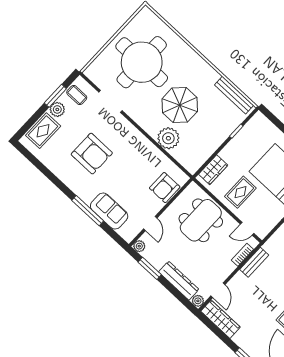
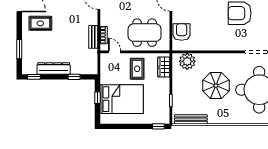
window: (272, 117) -> (158, 126), added
plant: (168, 138) -> (187, 61), moved
dining table: (201, 220) -> (145, 33), turned 90
door: (247, 229) -> (115, 52), hinge flipped

